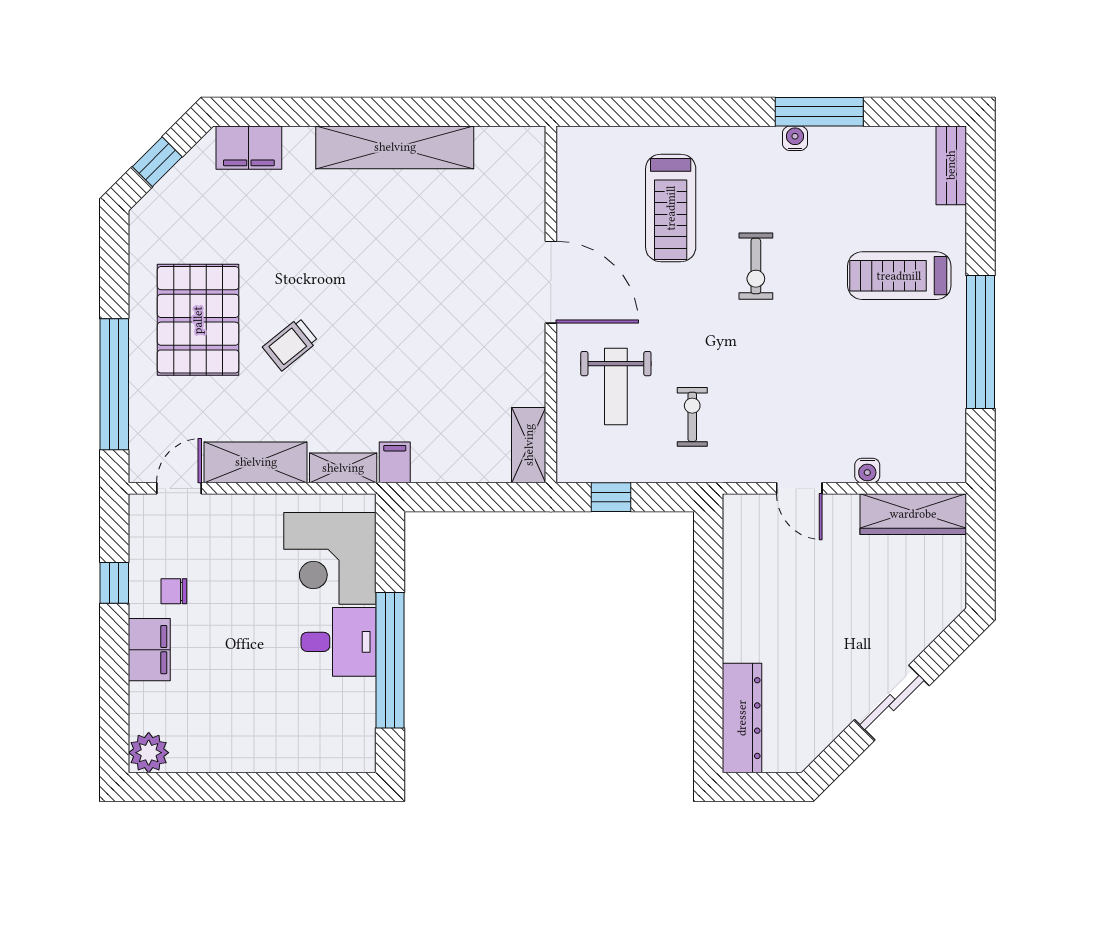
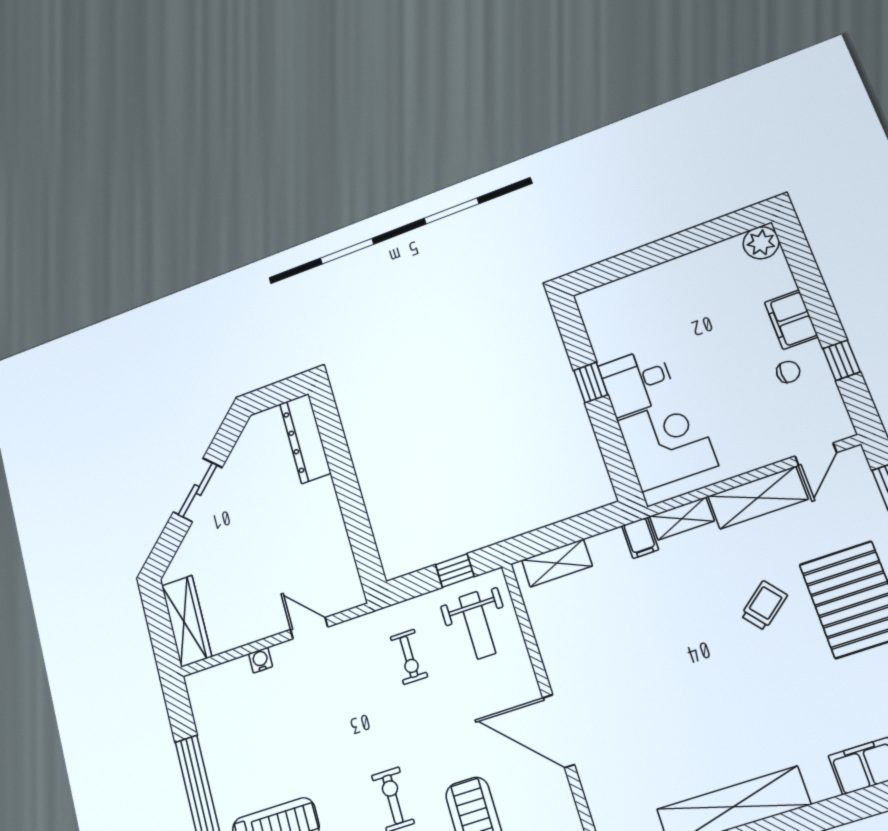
weight bench: (616, 387) -> (477, 625), moved, turned 180
shelving: (529, 445) -> (557, 563), moved, turned 90
wardrobe: (913, 514) -> (186, 621), moved, turned 90
window: (390, 660) -> (591, 383), width x0.32

